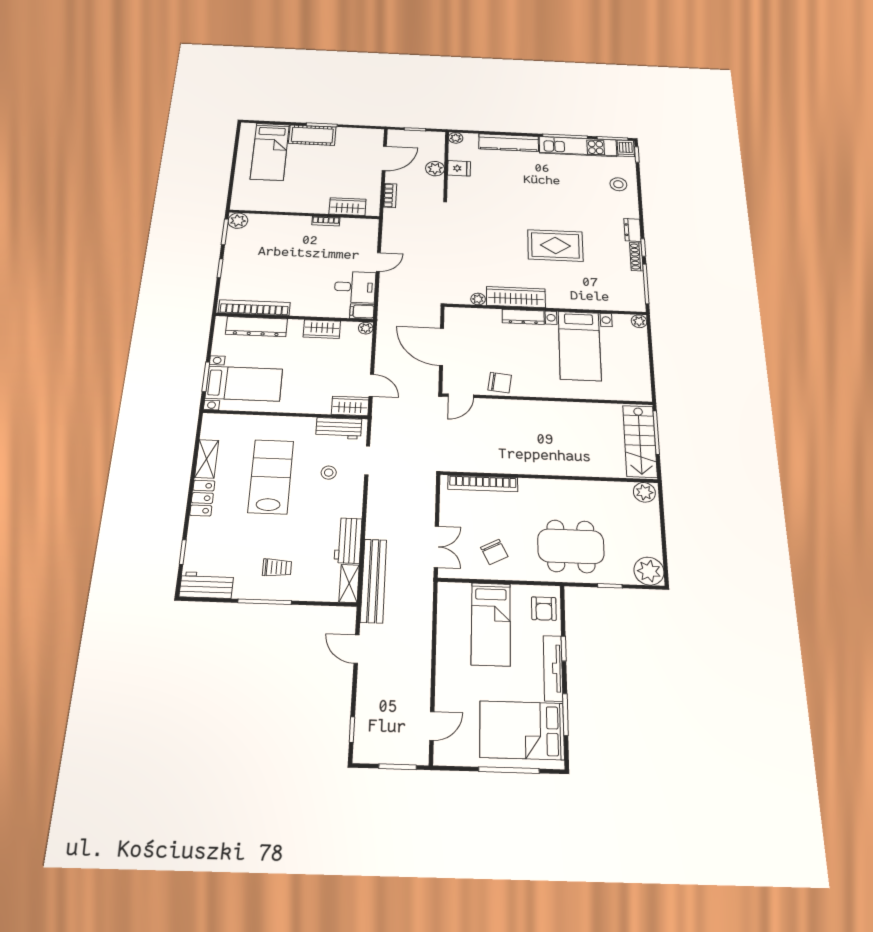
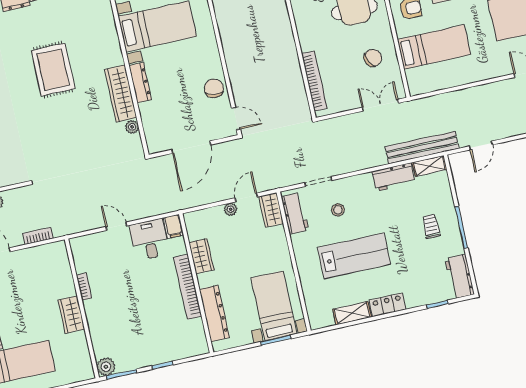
wardrobe: (348, 207) -> (71, 314), moved
bookcase: (254, 308) -> (188, 287), moved
plant: (366, 328) -> (231, 209), moved
lab bench: (271, 477) -> (354, 256), turned 180

